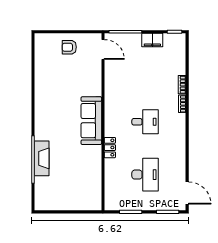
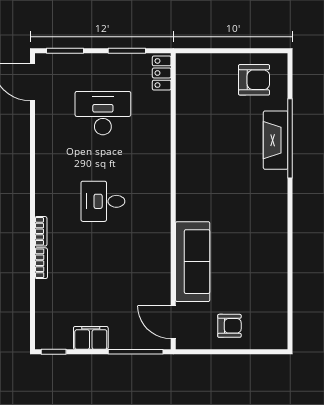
sofa: (91, 121) -> (193, 262), moved
locker: (110, 148) -> (162, 73), moved
desk: (145, 175) -> (103, 113), turned 90
armchair: (55, 195) -> (254, 80), added

